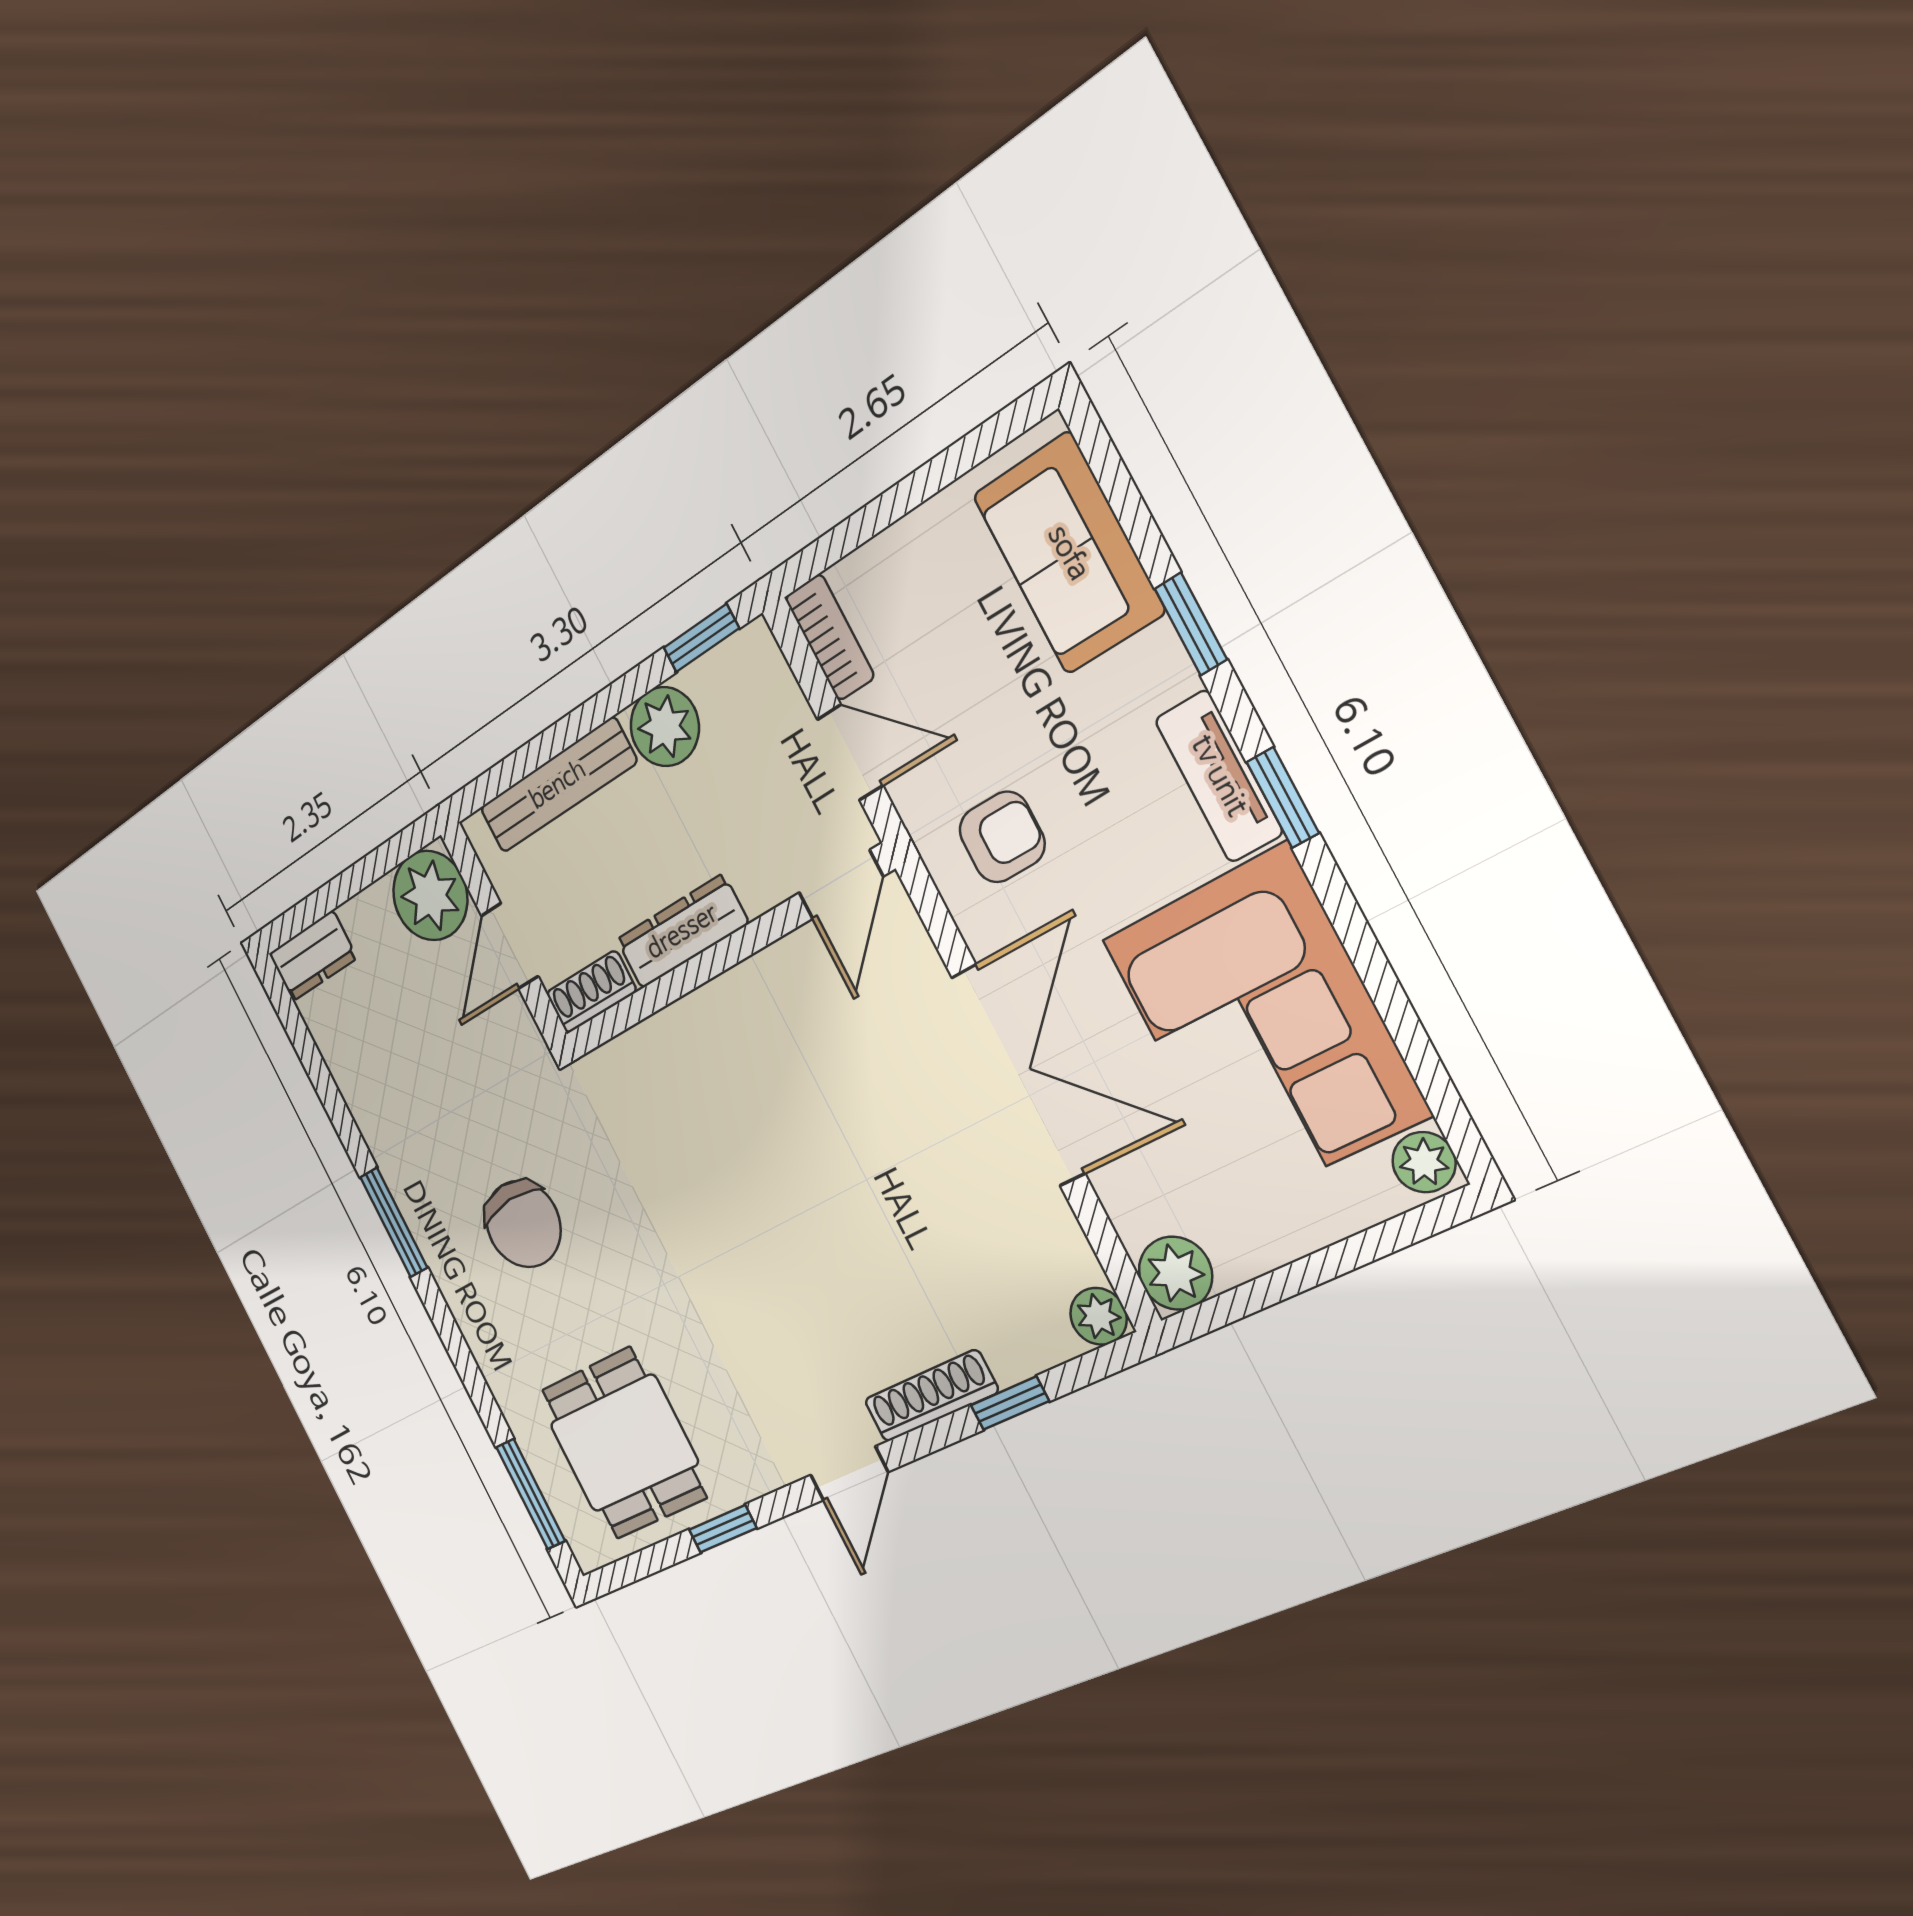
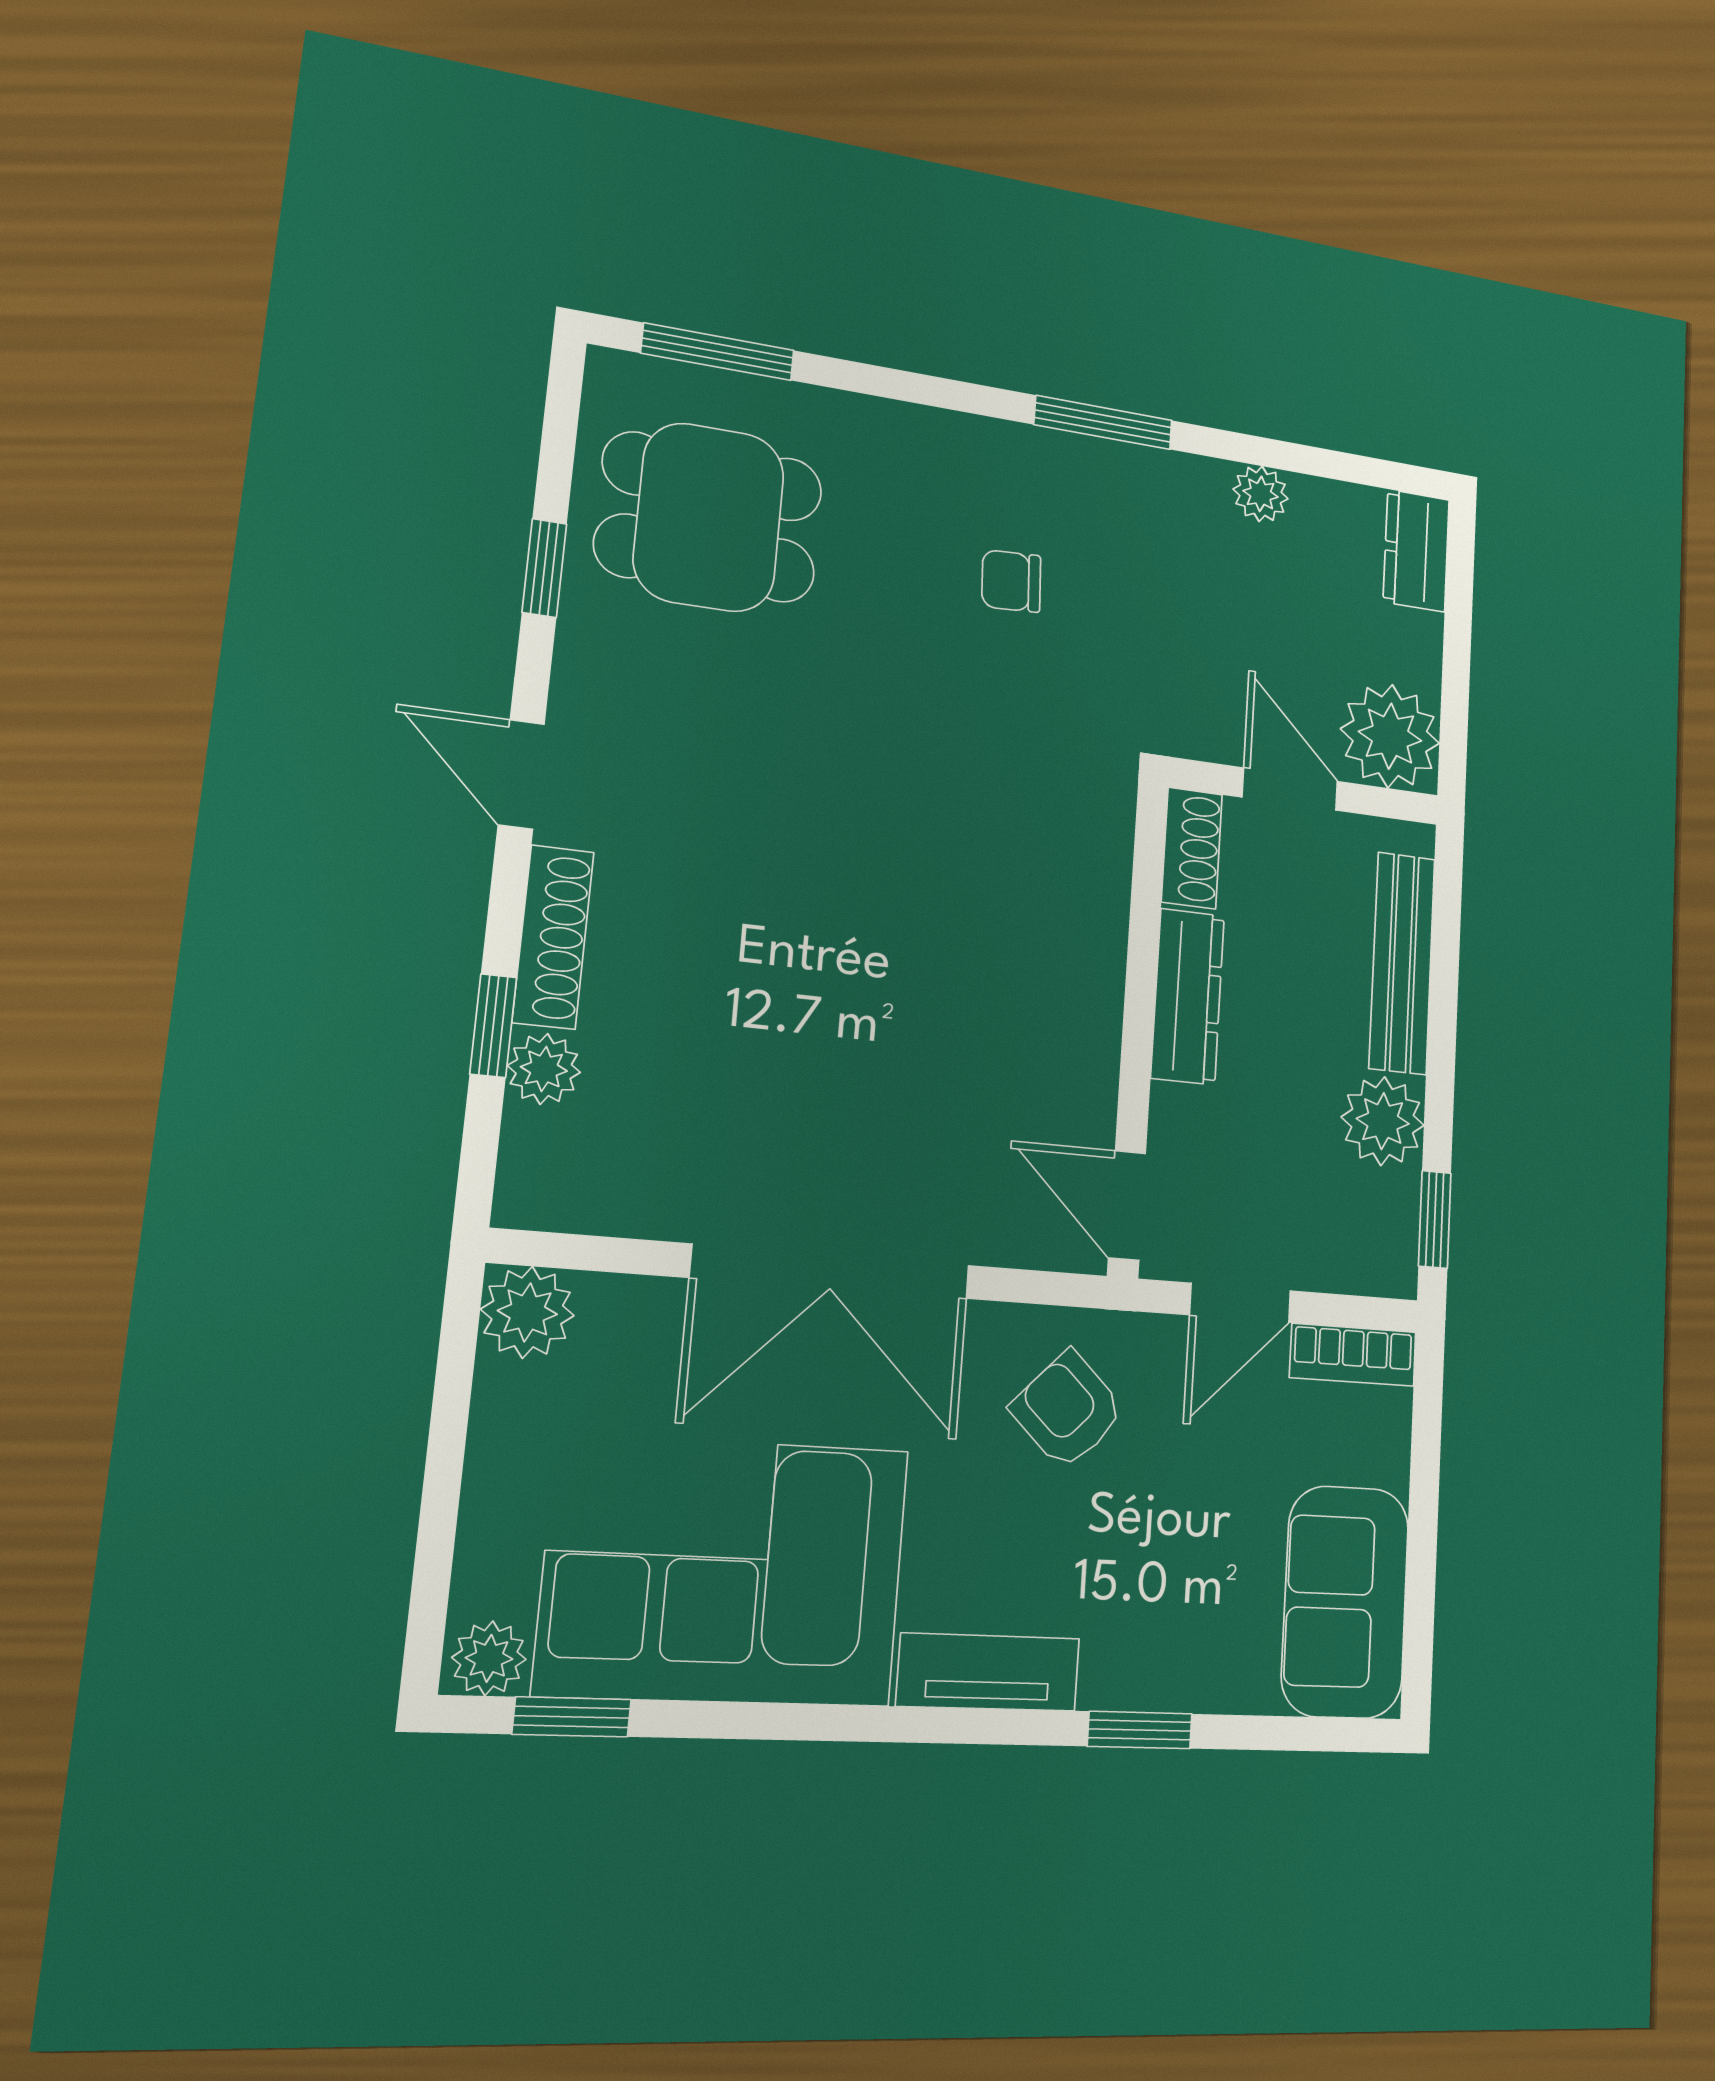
sofa: (1068, 553) -> (1345, 1602), moved, turned -90
window: (1283, 797) -> (572, 1717), moved
armchair: (1002, 837) -> (1068, 1410), turned 134
plant: (358, 1088) -> (1261, 494), added
chair: (523, 1224) -> (1011, 581), width x0.54, depth x0.54
plant: (1098, 1316) -> (544, 1069), moved

